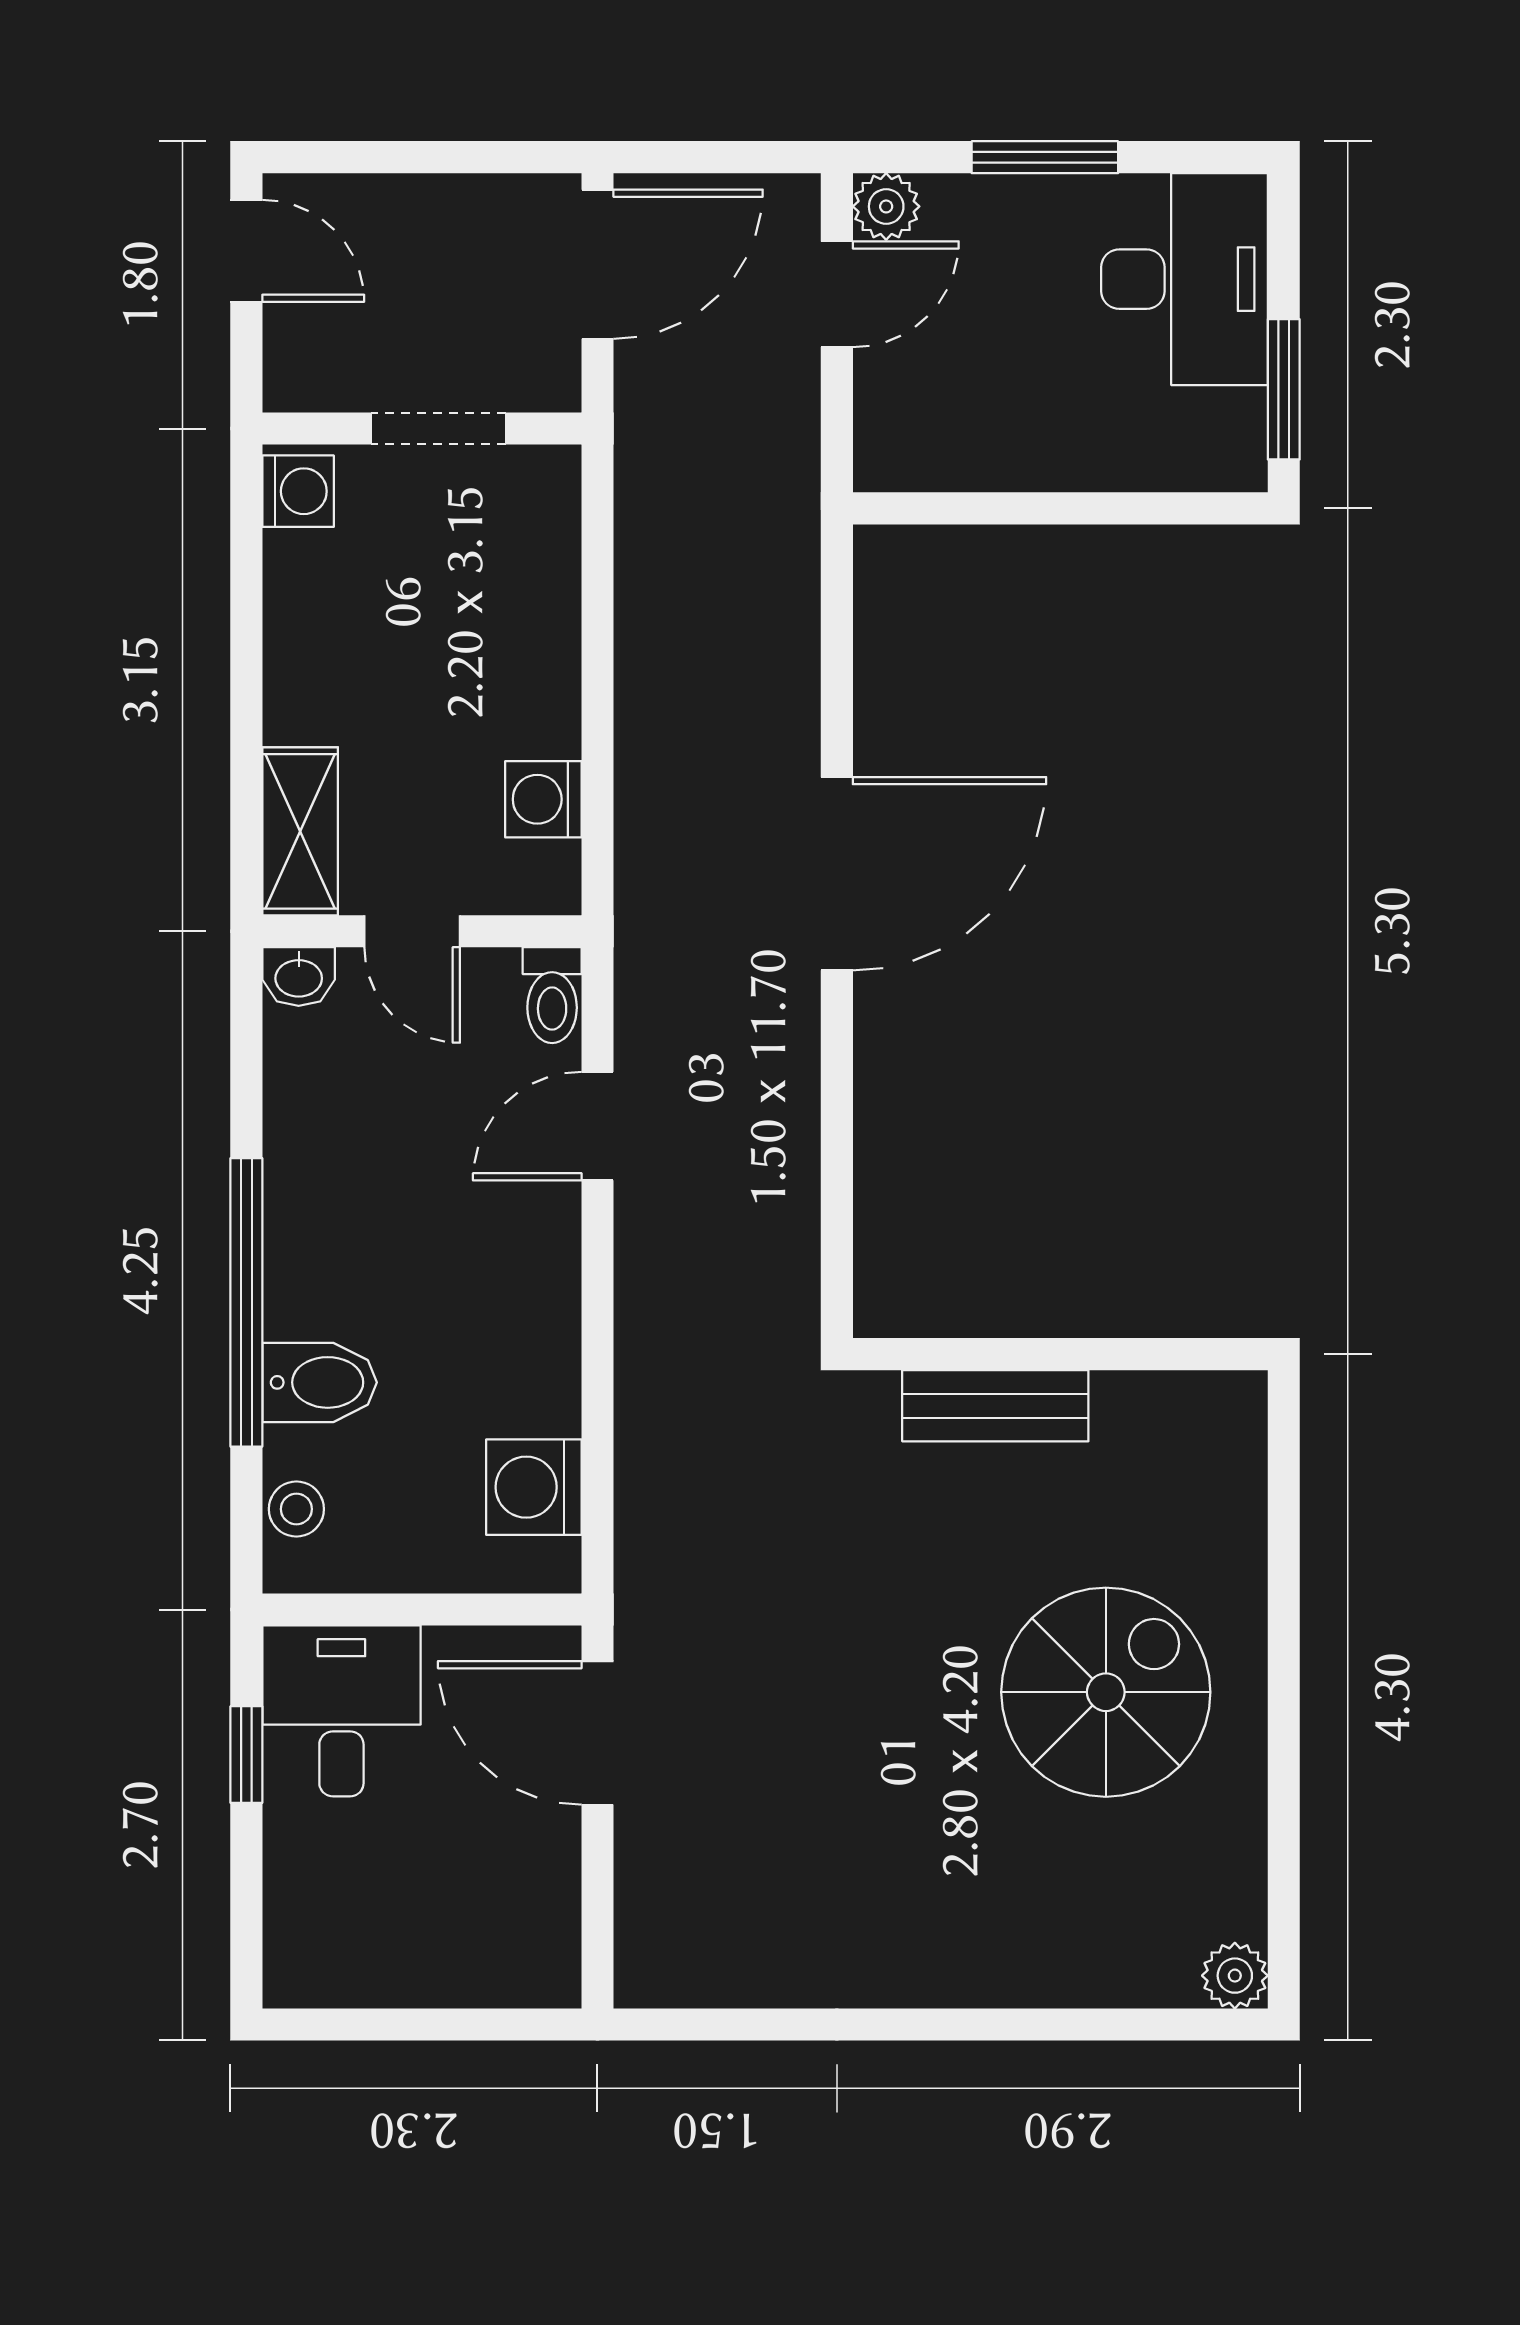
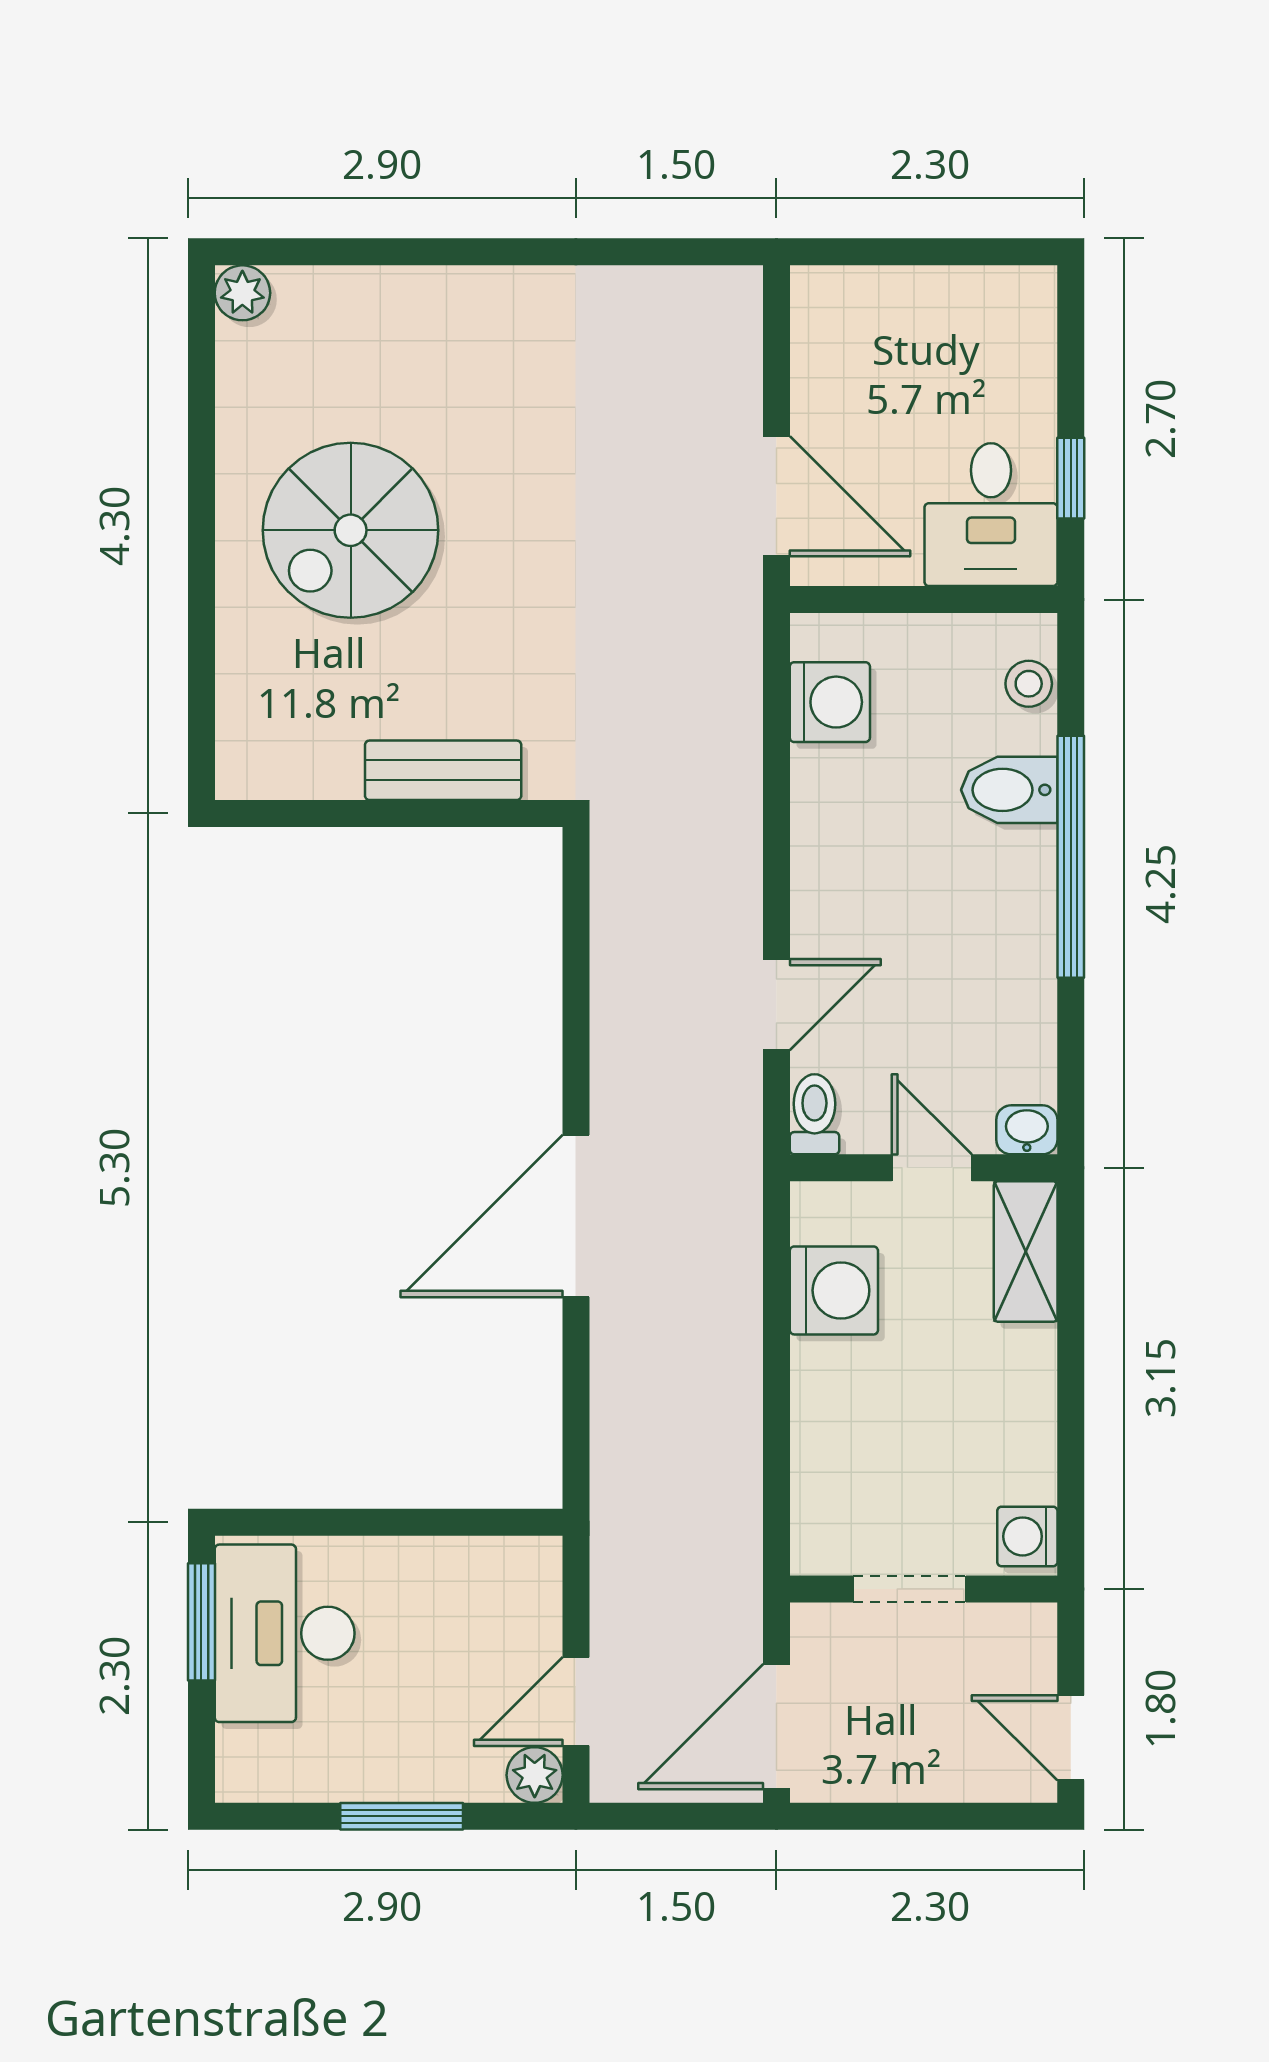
desk: (1185, 279) -> (285, 1633), moved
washing machine: (543, 799) -> (834, 1290), width x1.38, depth x1.38

